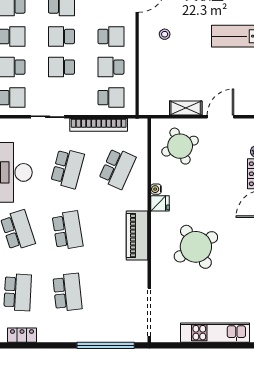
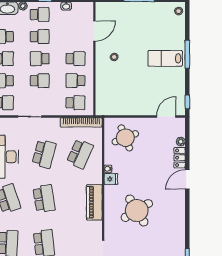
school desk: (61, 67) -> (40, 81), turned 180
shelving: (186, 108) -> (129, 110), removed
door: (220, 117) -> (166, 117), moved
bookcase: (99, 125) -> (81, 122), moved

